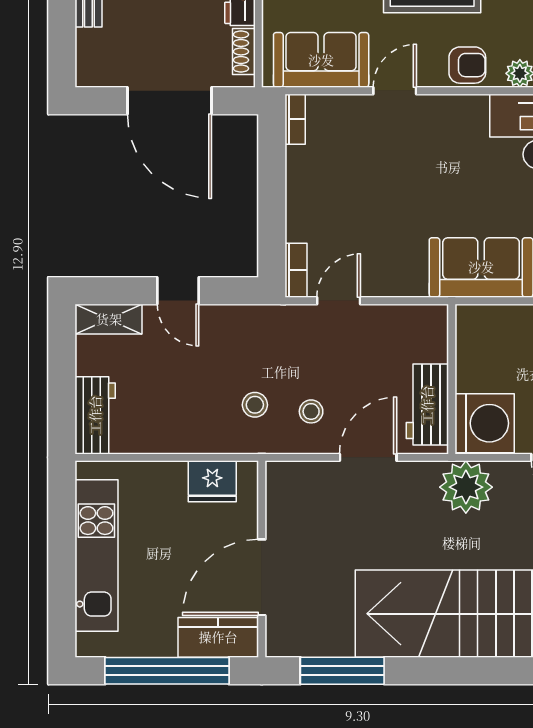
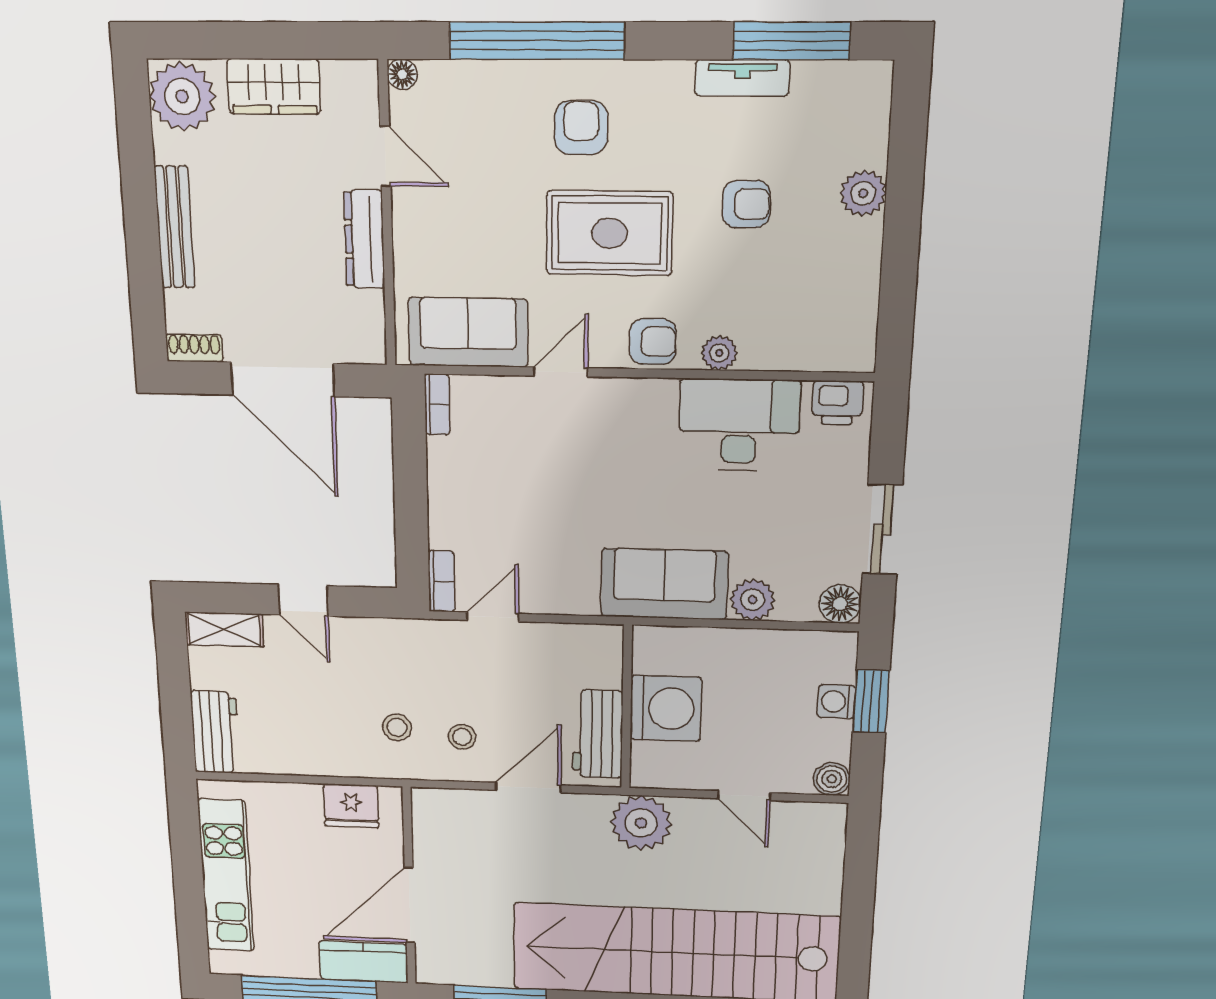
shoe rack: (244, 51) -> (194, 348), moved, turned 90
washing machine: (485, 423) -> (666, 708), moved

